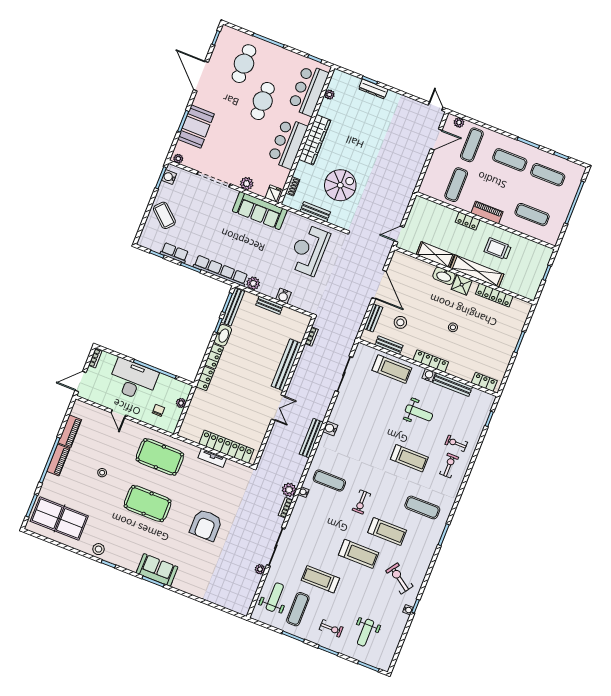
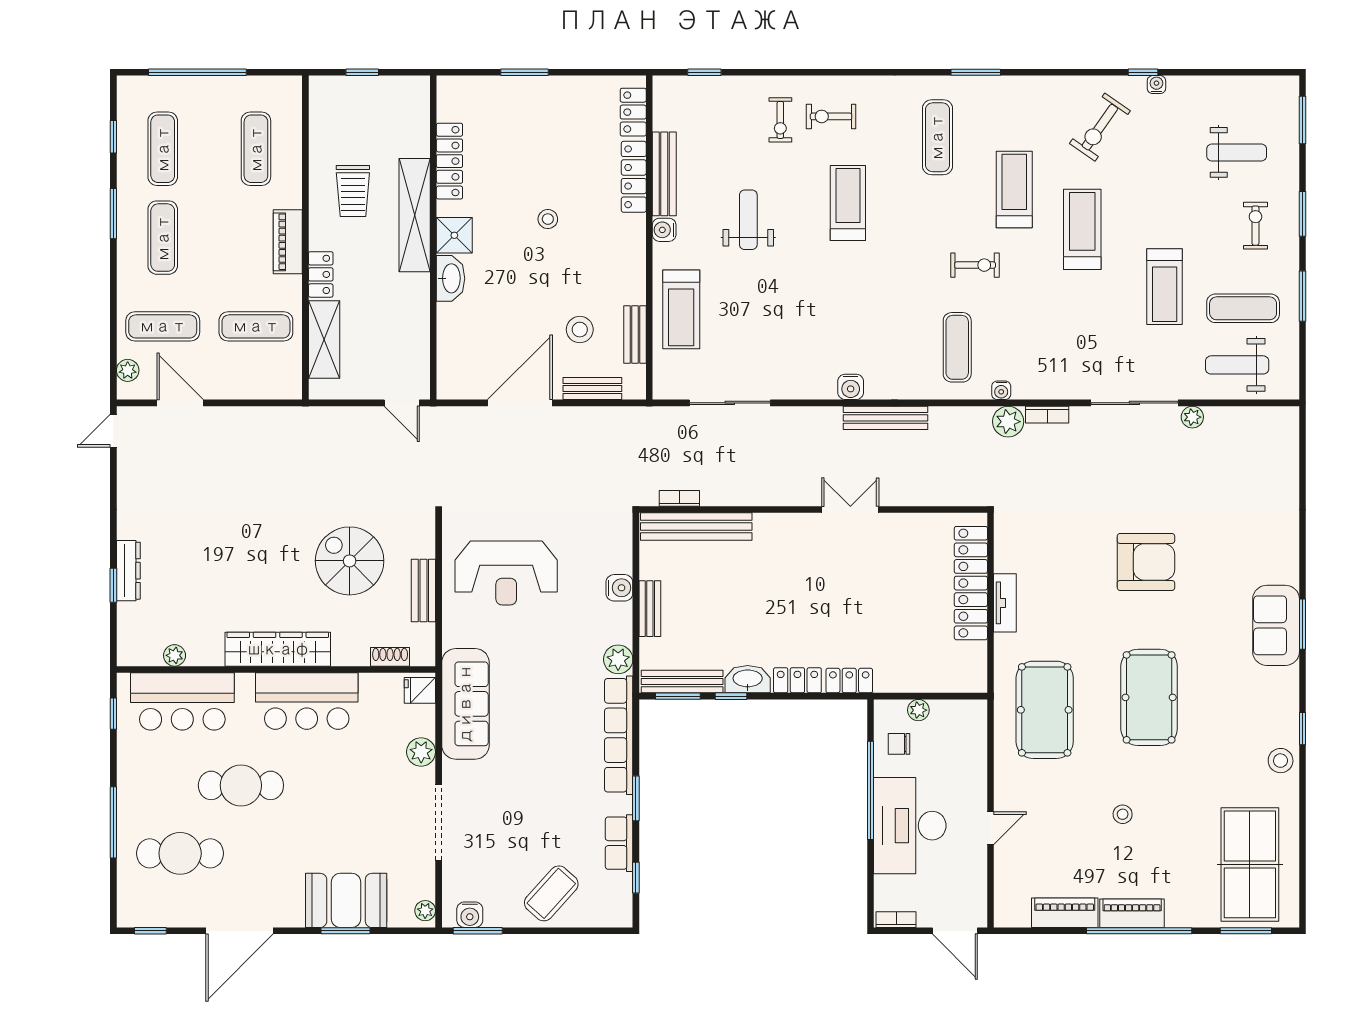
shelving: (435, 255) -> (324, 340), moved
locker: (431, 361) -> (634, 177), moved
bench: (286, 365) -> (696, 527), moved
treadmill: (392, 369) -> (681, 309), turned 180
chair: (158, 410) -> (899, 744), moved

